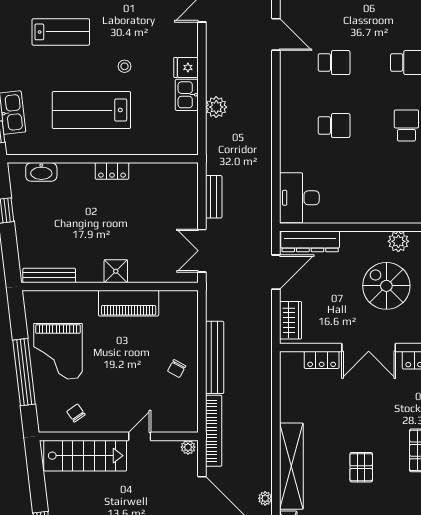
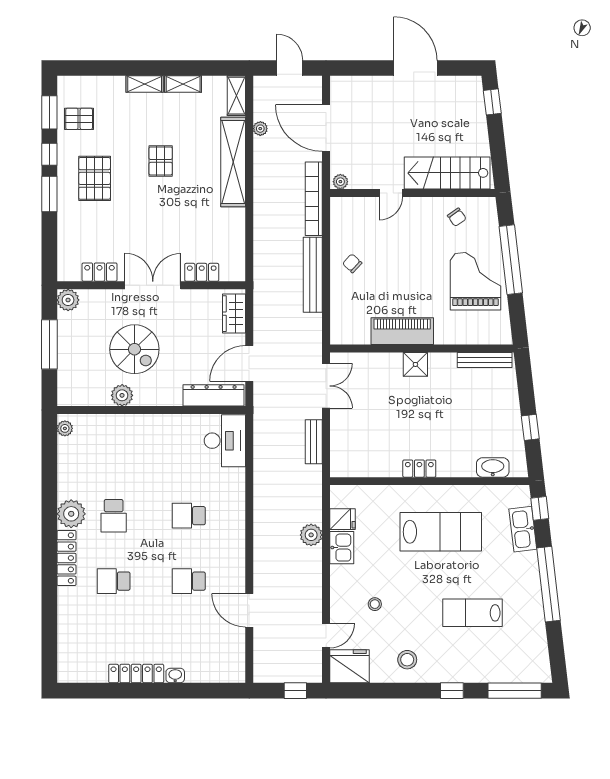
stool: (124, 66) -> (375, 604), moved
fridge: (186, 67) -> (343, 519), moved
chair: (177, 369) -> (352, 263), turned -76

